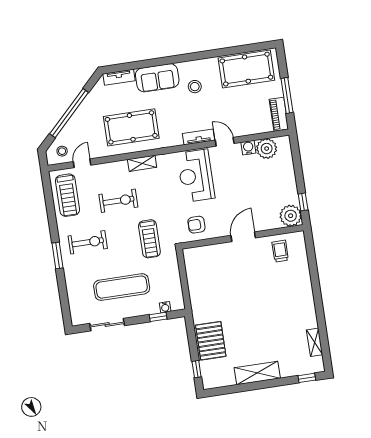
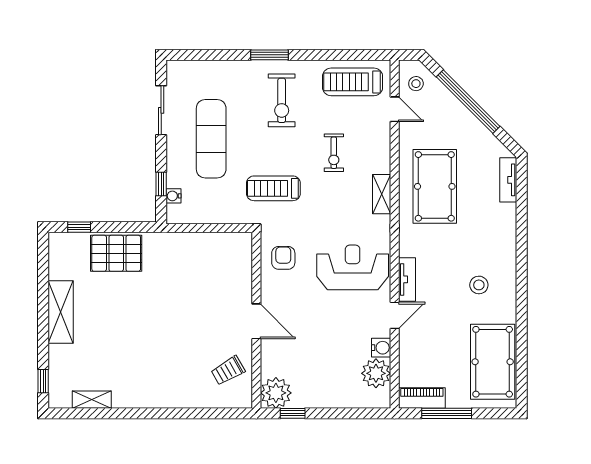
sofa: (157, 78) -> (499, 234), removed
exercise bike: (118, 201) -> (334, 153), width x0.73, depth x0.72
trolley: (280, 251) -> (228, 371), turned 150

